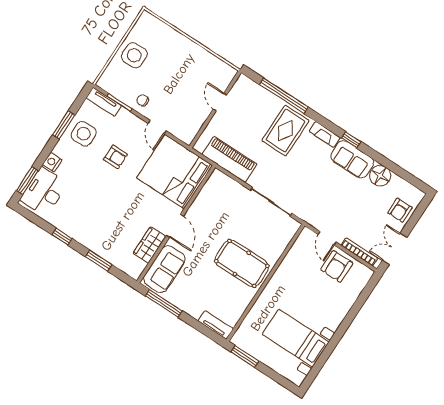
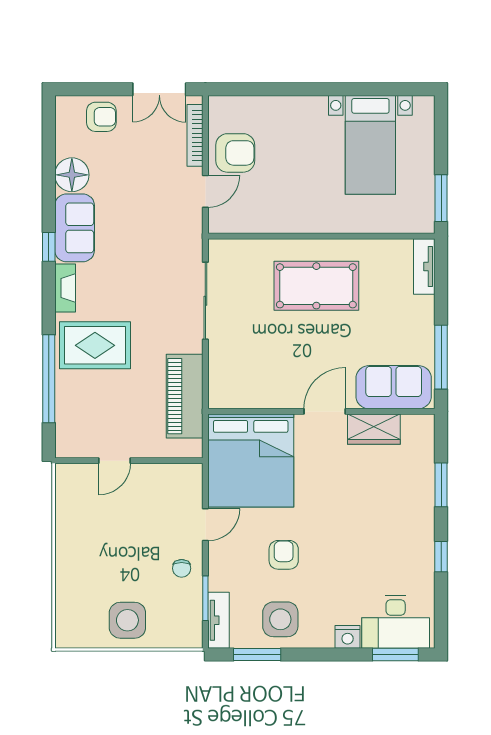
window: (64, 125) -> (257, 654), moved
pool table: (242, 263) -> (316, 286), turned 90

